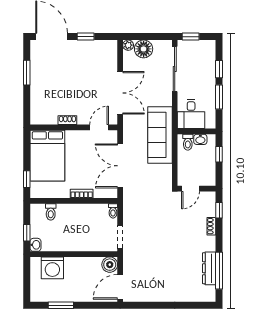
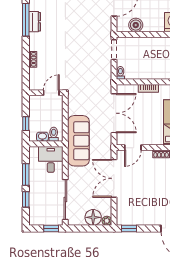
window: (86, 37) -> (129, 228), moved
window: (219, 210) -> (26, 74), removed
boiler: (110, 265) -> (136, 25), moved
dresser: (209, 268) -> (35, 22), width x0.70

